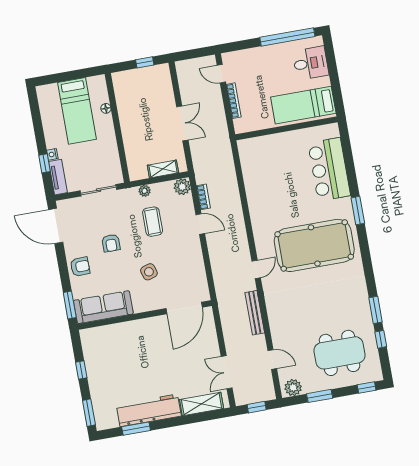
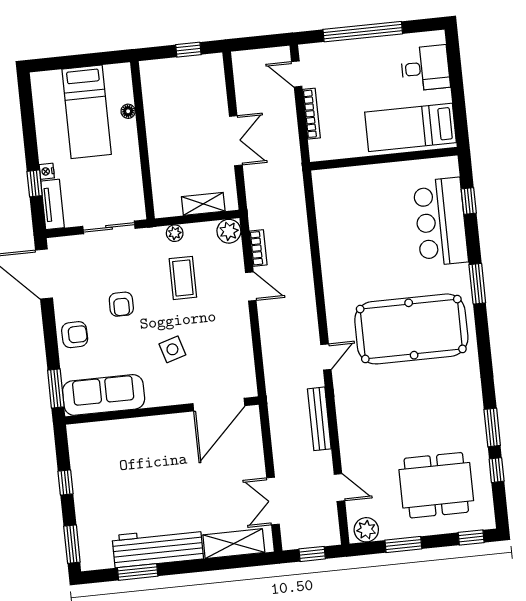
window: (287, 37) -> (363, 32), moved
window: (348, 153) -> (469, 201), added

